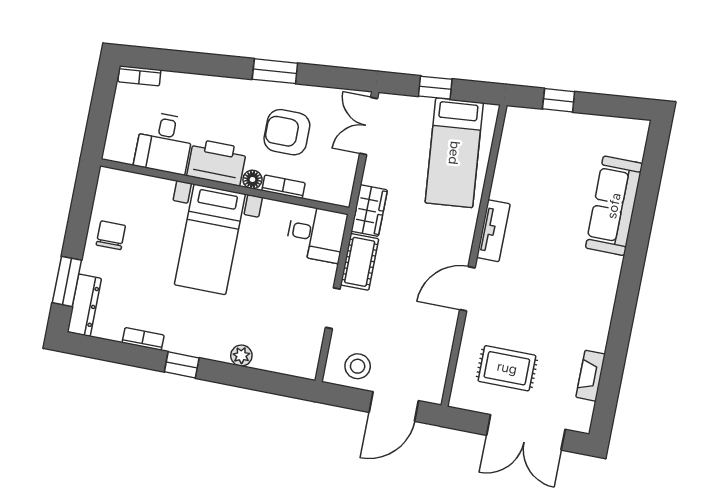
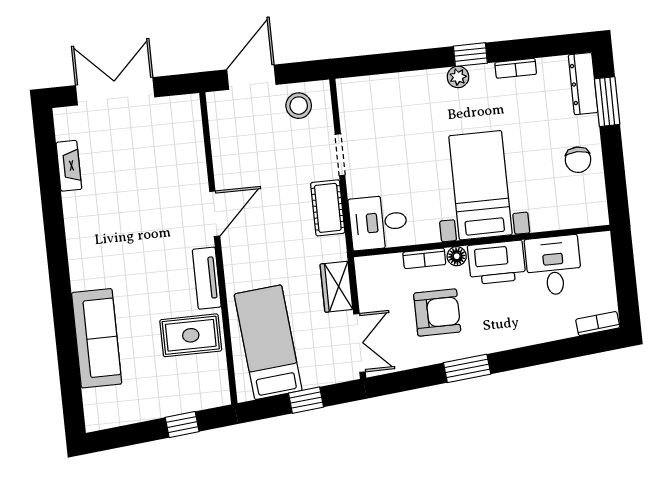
wardrobe: (369, 210) -> (336, 287), moved
plant: (241, 356) -> (458, 77), moved
rug: (507, 368) -> (191, 335), moved

